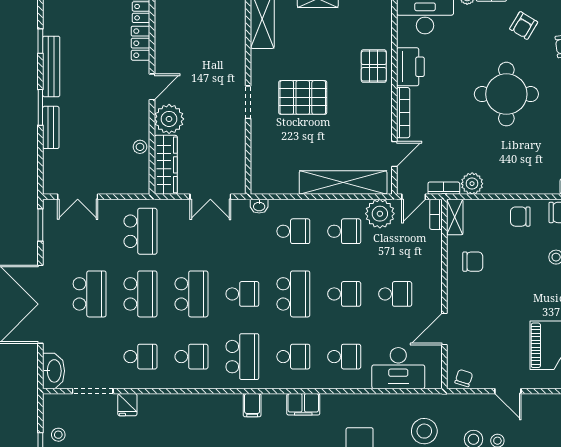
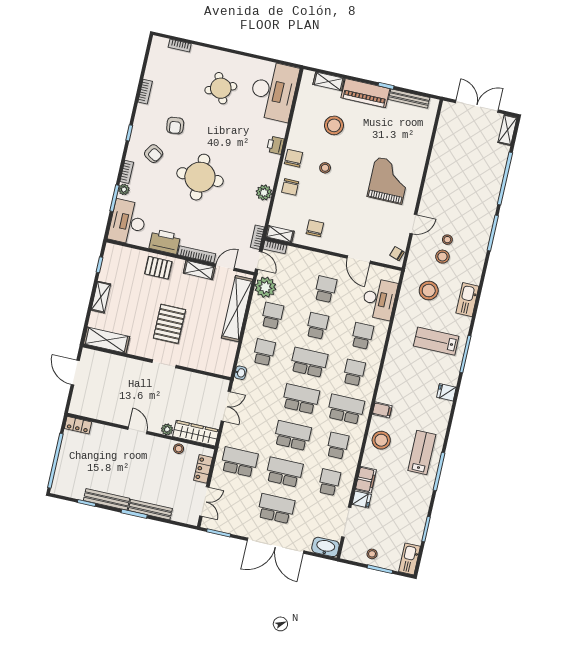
locker: (141, 43) -> (203, 469), moved, turned 90
plant: (169, 119) -> (167, 429), width x0.53, depth x0.53
shelving: (383, 121) -> (199, 270), added
bench: (51, 127) -> (150, 510), width x1.36
door: (394, 154) -> (225, 267), hinge flipped
plant: (472, 184) -> (264, 193), moved
school desk: (242, 294) -> (301, 399), width x1.85
filing cabinet: (303, 404) -> (366, 480), moved
stool: (212, 413) -> (381, 440), added

